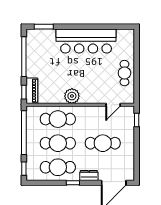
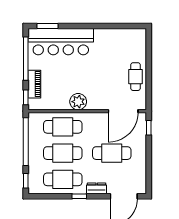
bar counter: (86, 41) -> (61, 42), moved
piano: (32, 91) -> (34, 84), moved
door: (113, 105) -> (123, 111), width x1.88

